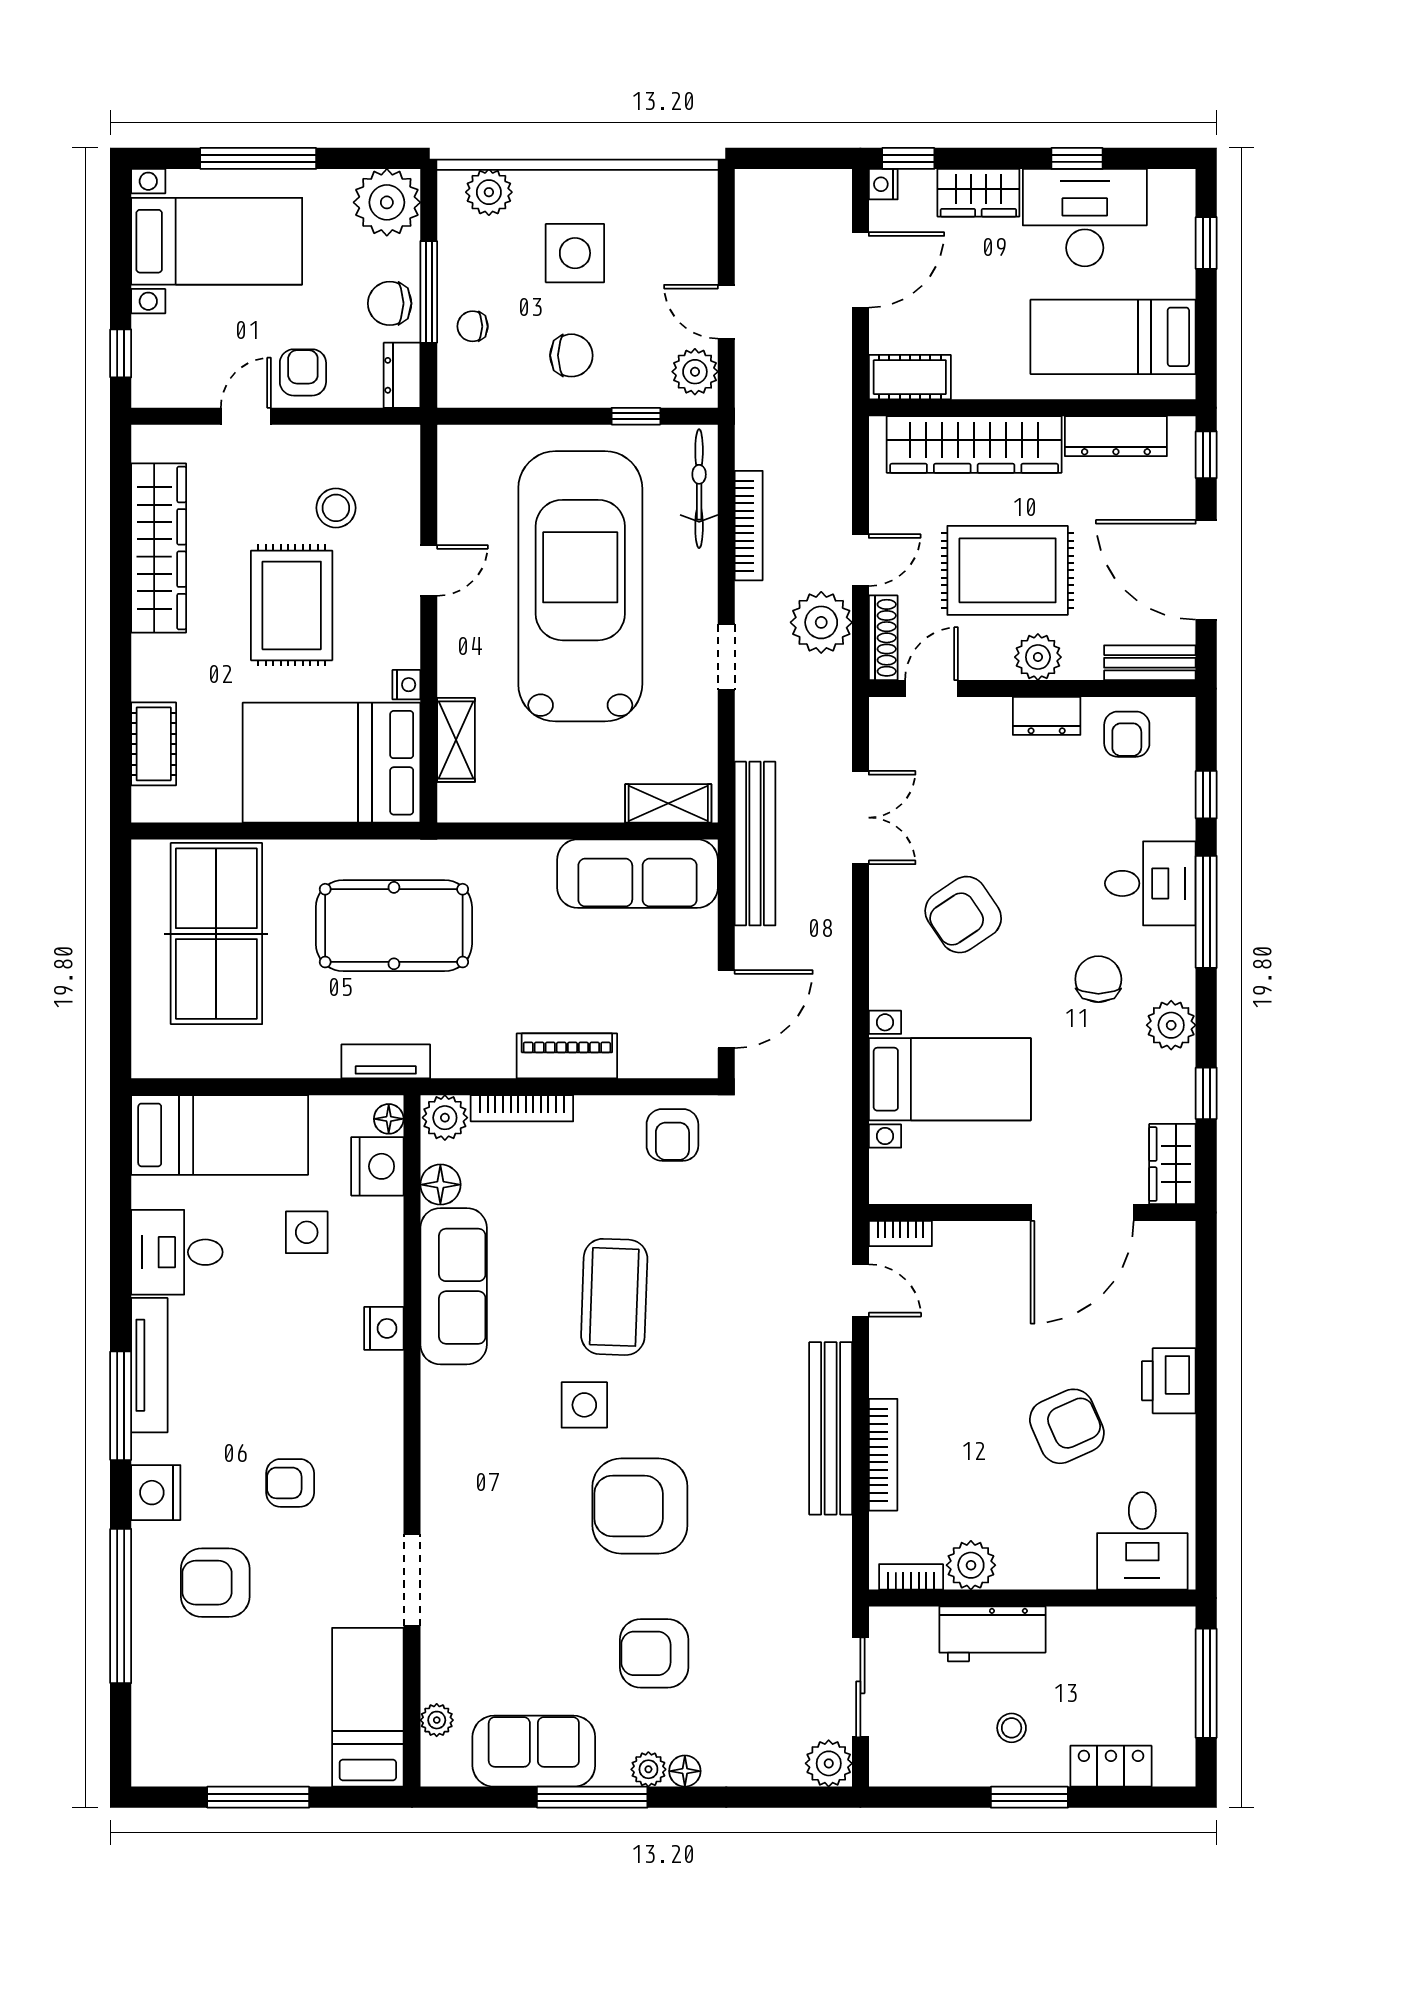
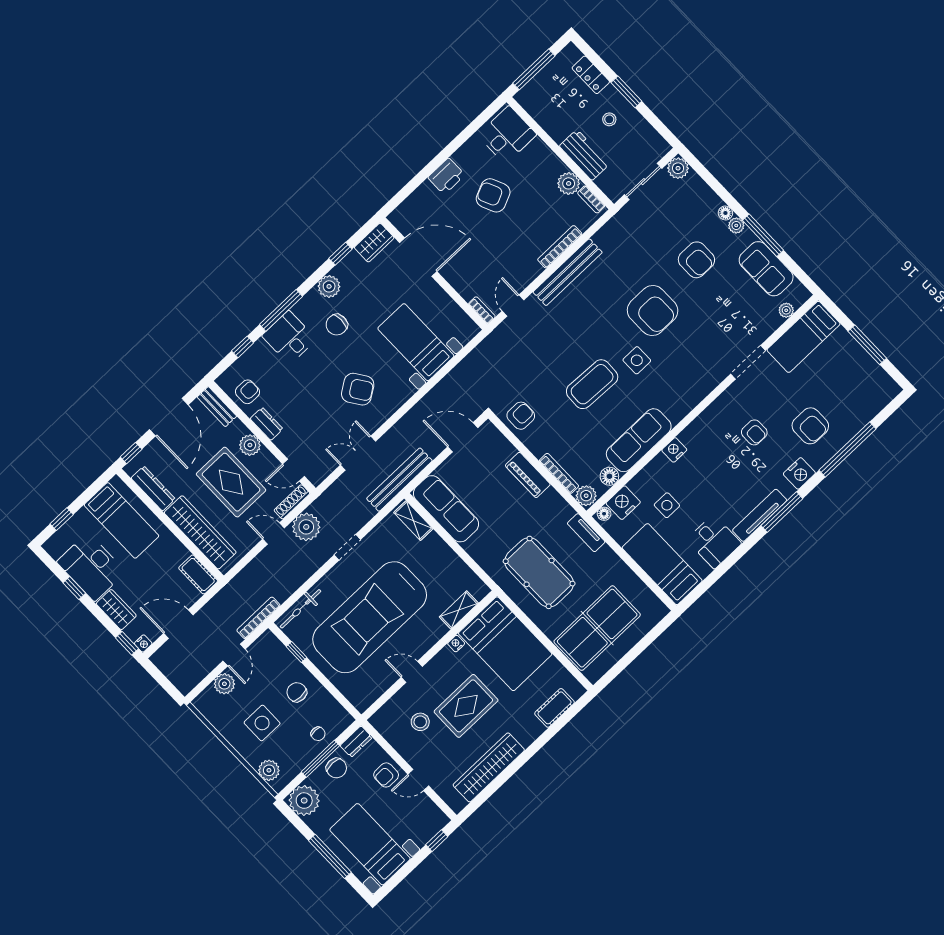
plant: (695, 372) -> (224, 684), moved
bookcase: (749, 526) -> (258, 618), moved

